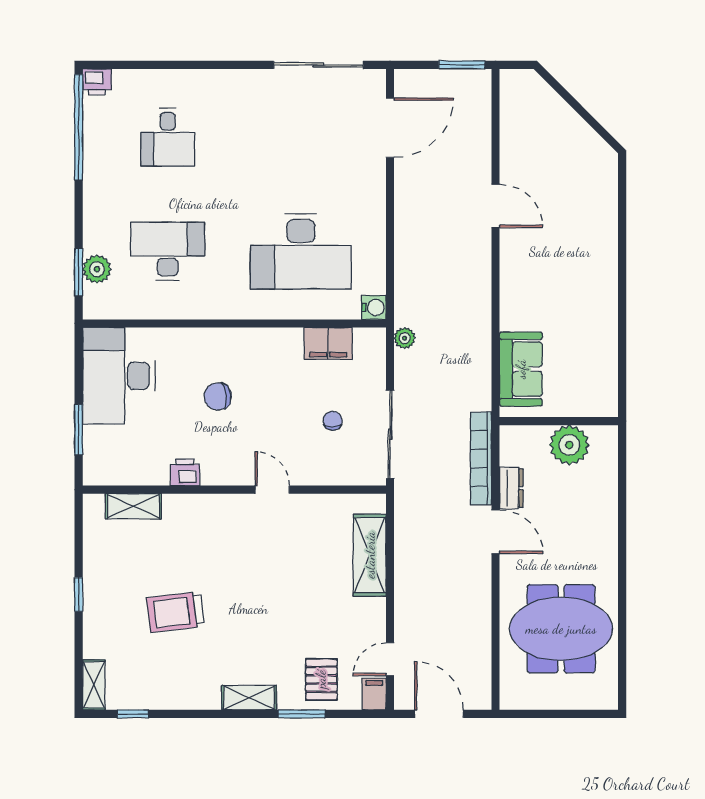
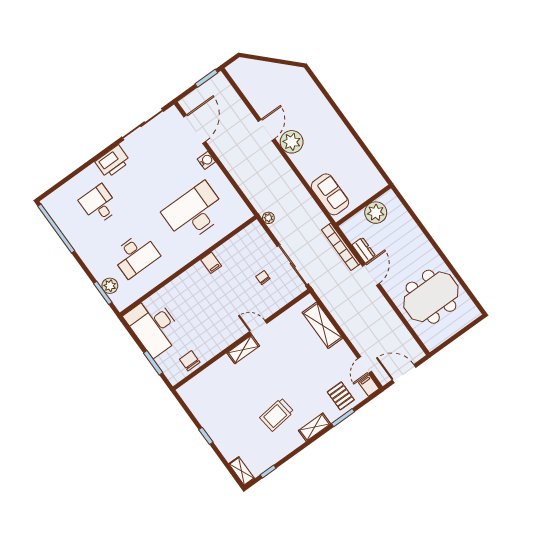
printer: (97, 82) -> (113, 162), moved, width x1.87, depth x1.48
desk: (168, 137) -> (99, 204), turned 180
door: (496, 206) -> (266, 130), hinge flipped
plant: (520, 250) -> (292, 142), added
desk: (168, 251) -> (136, 255), turned 180
desk: (301, 251) -> (195, 212), turned 180
water cooler: (374, 307) -> (206, 160), moved
filing cabinet: (328, 343) -> (211, 263), moved, width x0.50
chair: (218, 396) -> (190, 361), moved, turned 97
printer: (185, 472) -> (214, 348), removed
shelving: (133, 506) -> (243, 349), moved
door: (496, 532) -> (371, 275), hinge flipped
trolley: (175, 612) -> (277, 415), moved

